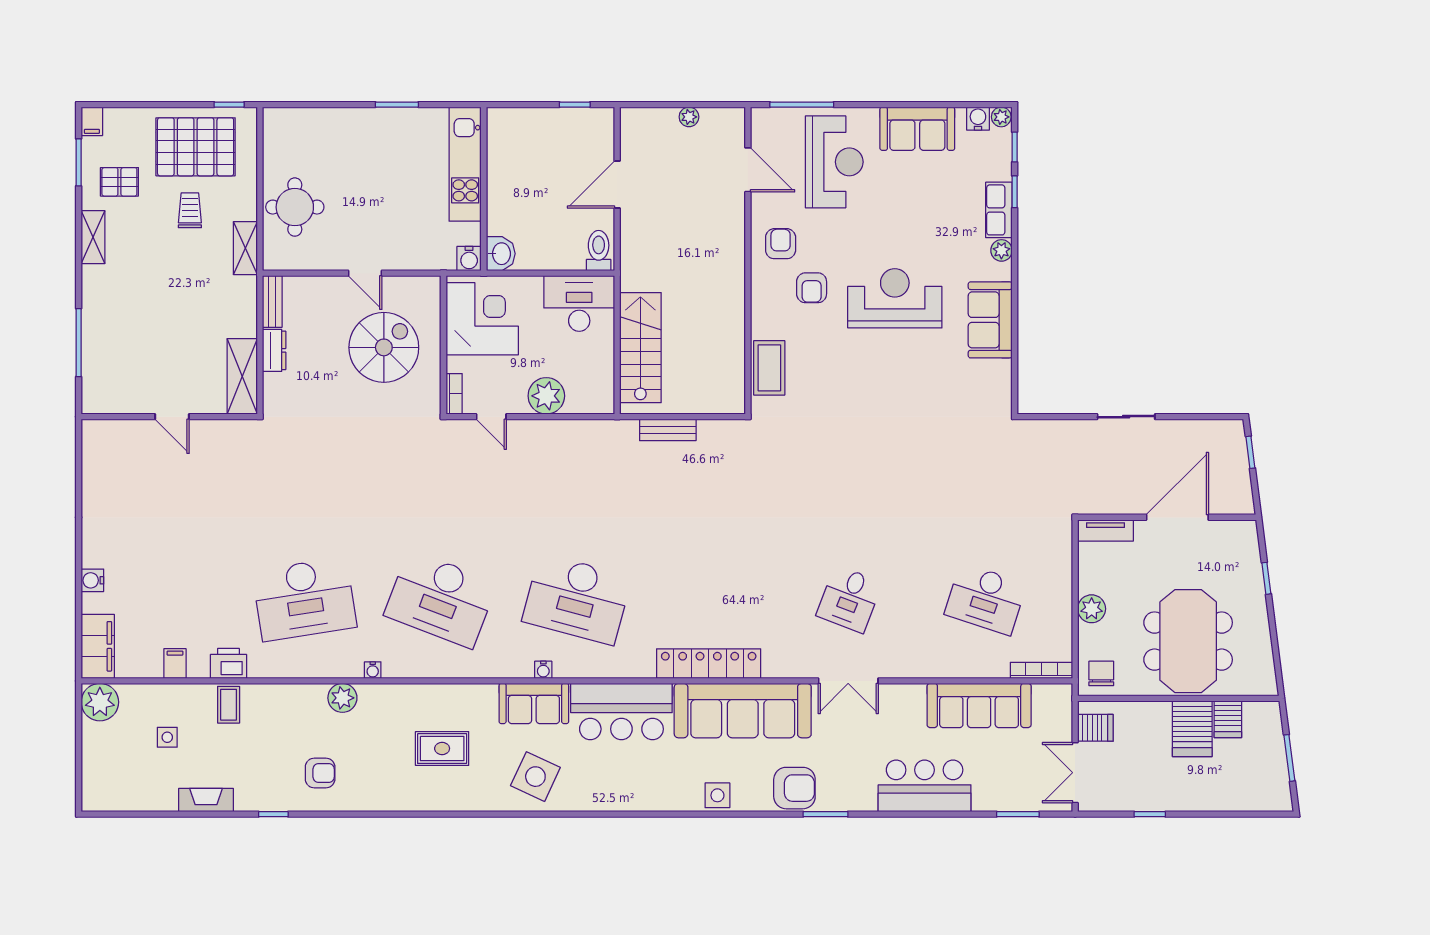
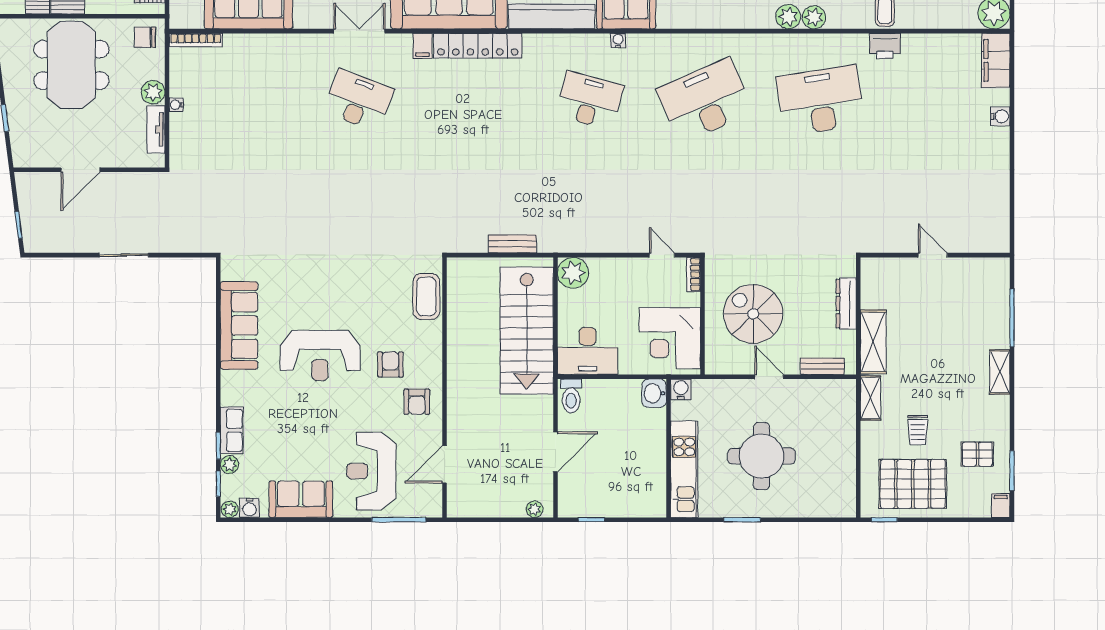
plant: (689, 117) -> (535, 509), moved
door: (748, 170) -> (444, 464), hinge flipped
round table: (295, 207) -> (761, 456), moved, width x1.36, depth x1.36
shelving: (93, 237) -> (1000, 372), moved
plant: (1001, 250) -> (230, 465), moved
bench: (272, 302) -> (822, 366), moved, turned 90
sofa: (990, 320) -> (239, 326), width x1.36
spiral stairs: (384, 347) -> (753, 314), turned 90
stairs: (640, 348) -> (527, 331), width x1.36, depth x1.51
dresser: (274, 350) -> (846, 304), width x1.44
shelving: (242, 376) -> (873, 342), moved
plant: (546, 396) -> (573, 273), moved
door: (1177, 517) -> (80, 170), width x0.73
tv unit: (1106, 530) -> (156, 129), moved, turned -90
desk: (441, 599) -> (705, 100), turned -45
desk: (577, 599) -> (590, 100), width x0.73, depth x0.77
desk: (849, 599) -> (359, 100), width x1.37
desk: (986, 599) -> (243, 100), removed
filing cabinet: (175, 663) -> (422, 46), moved
water cooler: (373, 670) -> (176, 105), moved, turned -90
chair: (1101, 673) -> (145, 37), turned 90
plant: (312, 697) -> (814, 17), added

